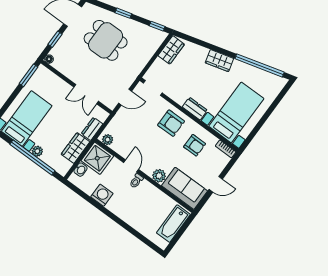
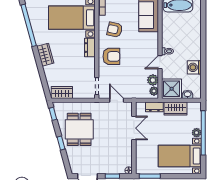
dining table: (106, 40) -> (79, 129), moved
armchair: (171, 123) -> (111, 56), turned 90
armchair: (195, 145) -> (115, 30), turned -78
plant: (159, 176) -> (153, 80), moved

